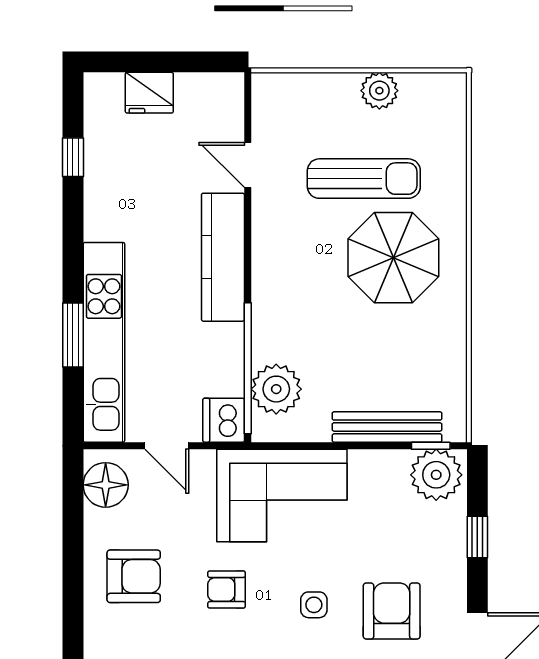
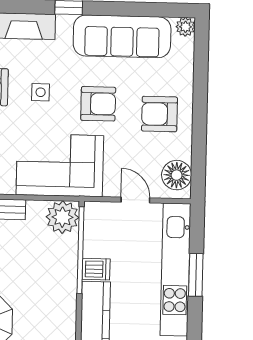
plant: (276, 389) -> (62, 217), moved
dishwasher: (224, 420) -> (96, 269), moved, width x0.73
armchair: (227, 589) -> (98, 104), width x1.38, depth x1.38

